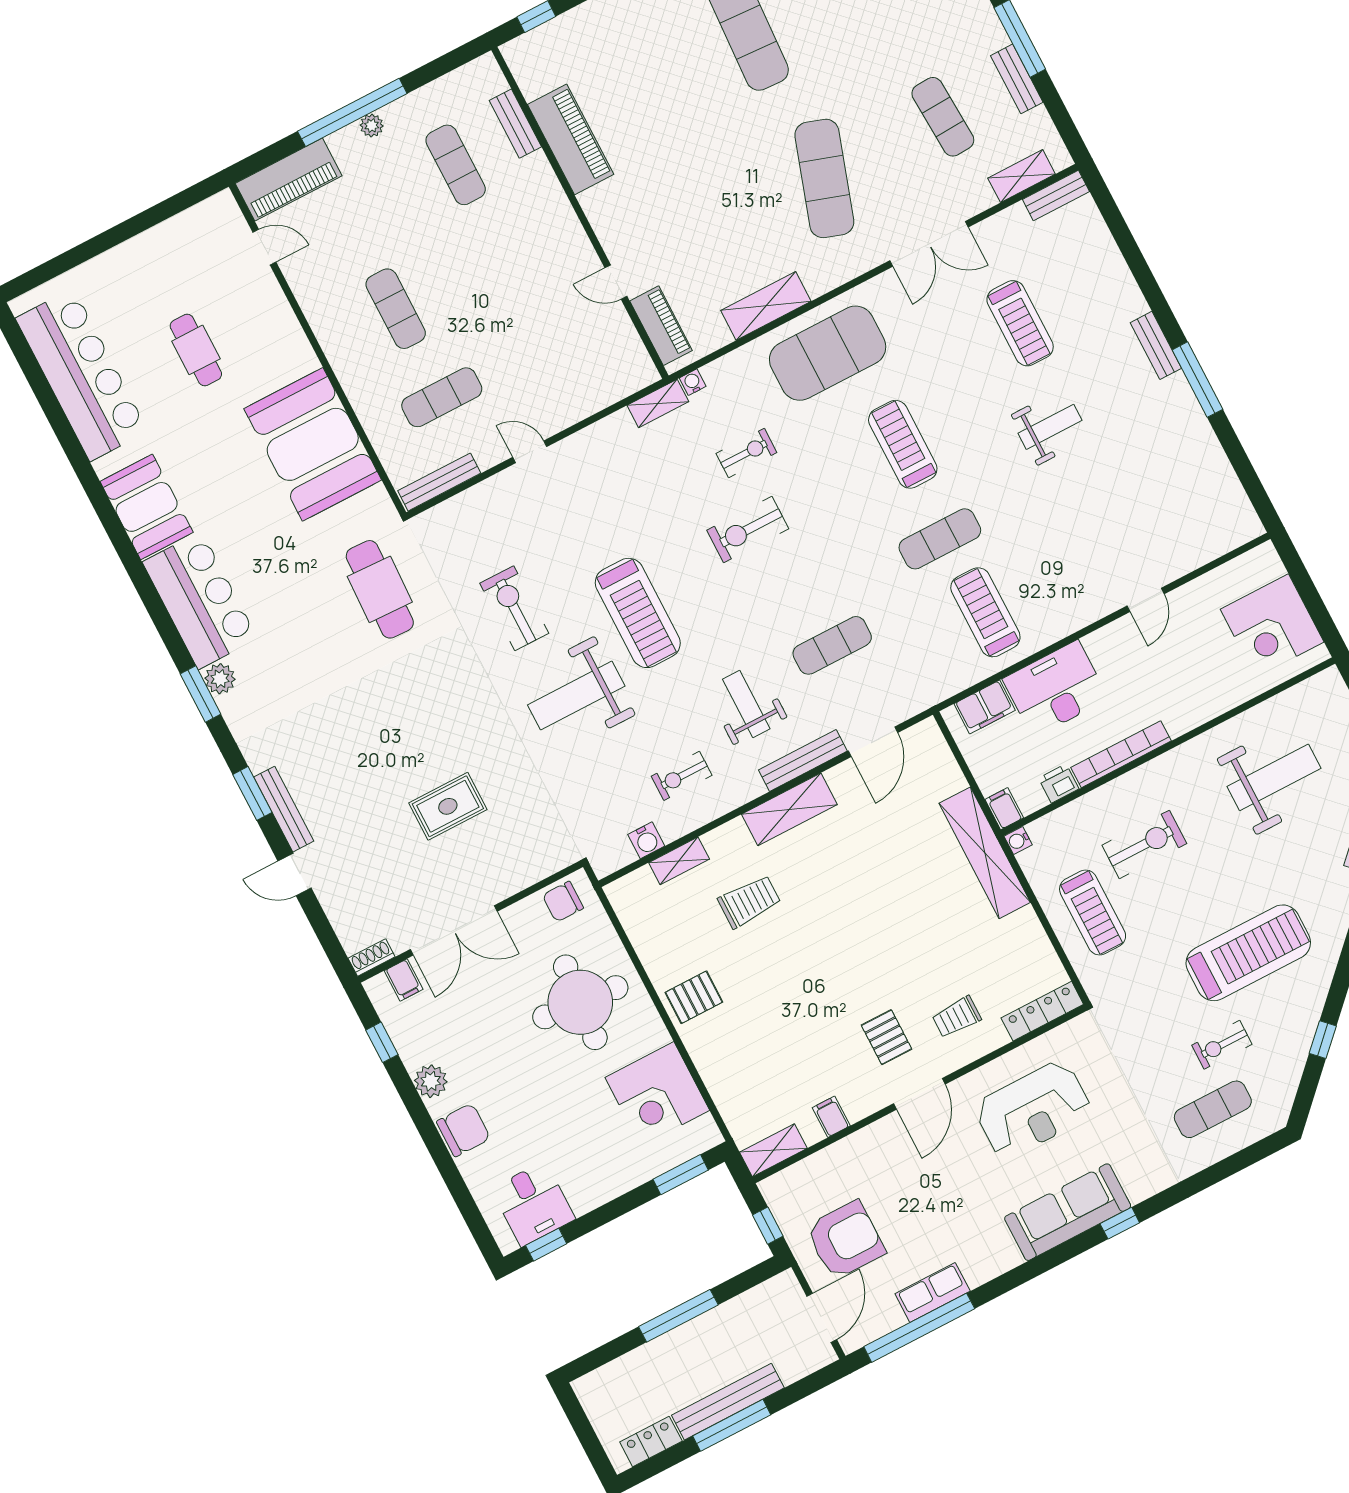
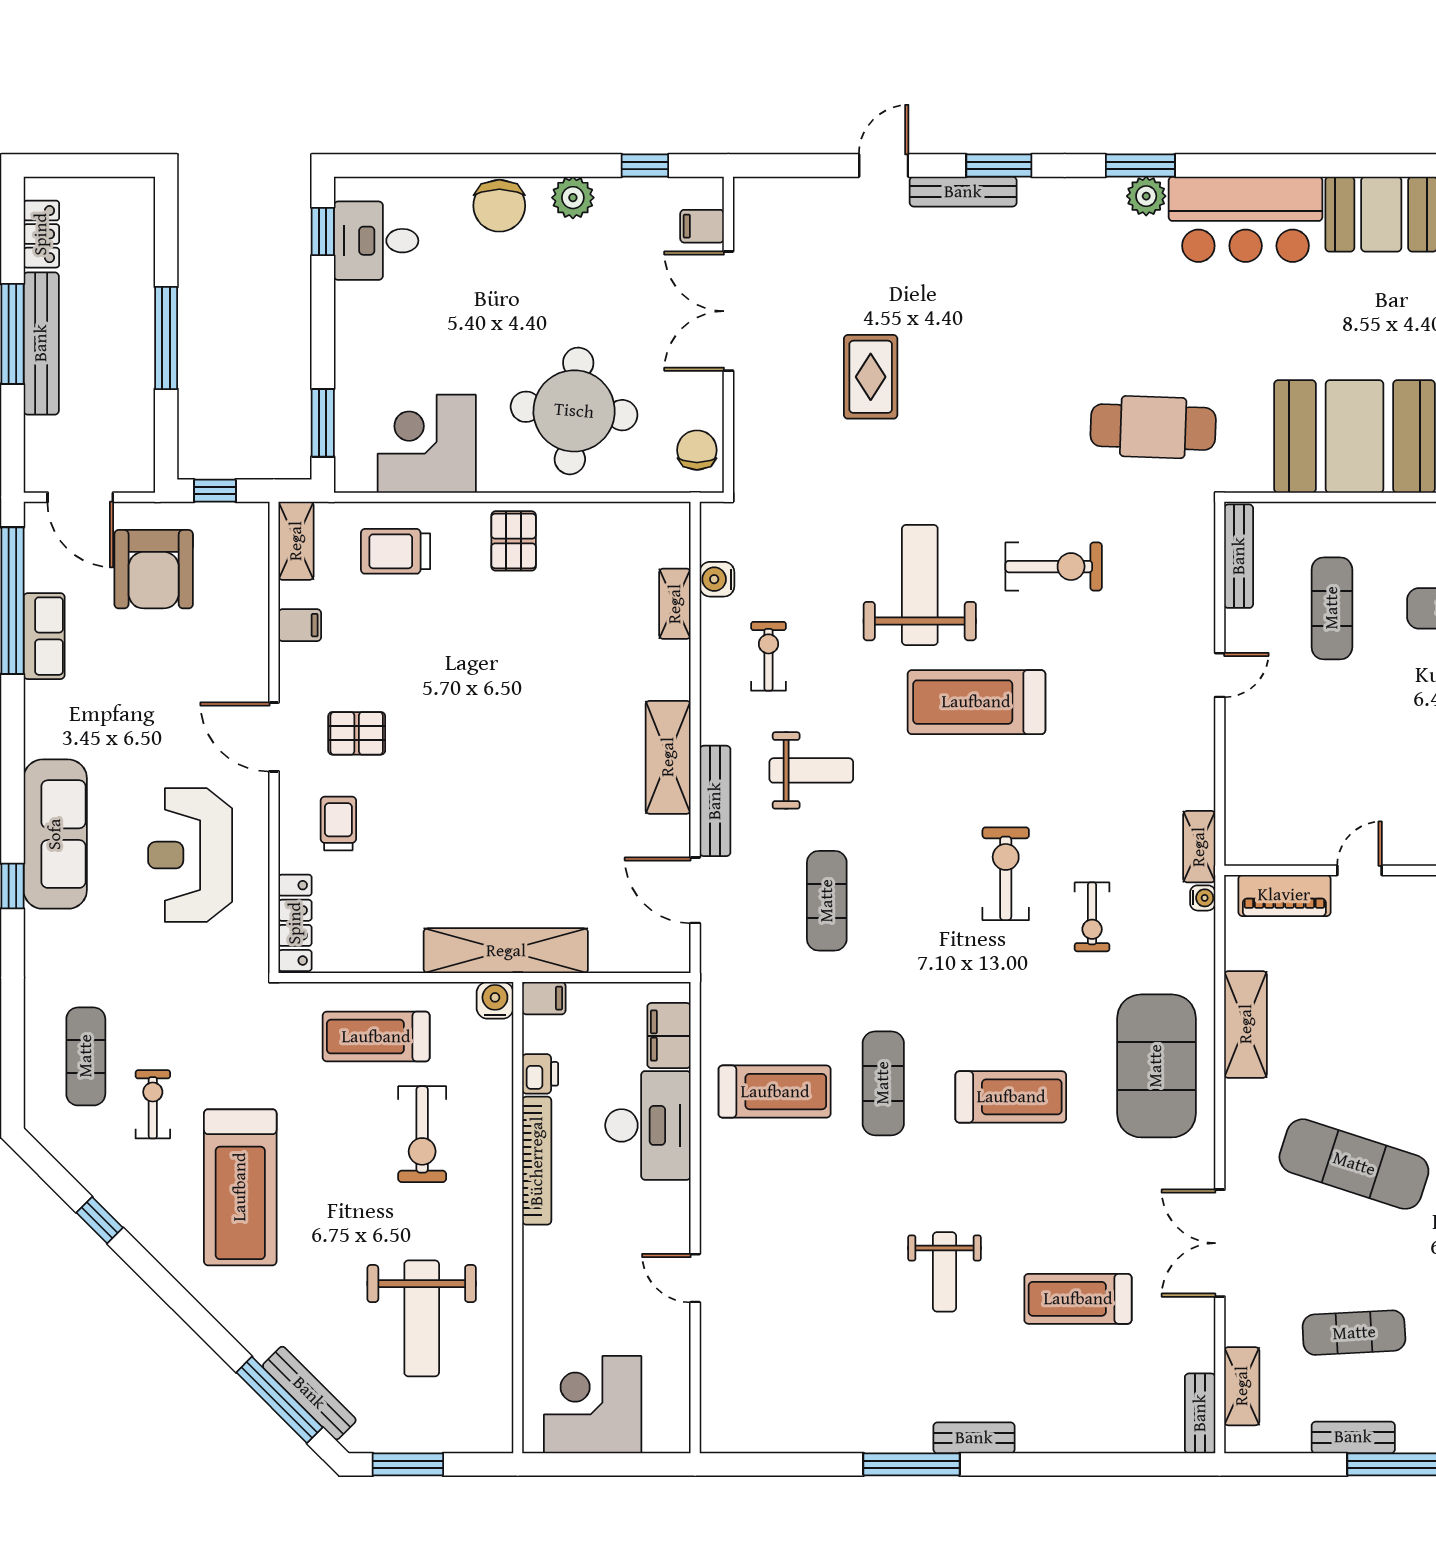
water cooler: (1018, 840) -> (495, 1000), width x1.38, depth x1.38
trolley: (749, 901) -> (396, 551), moved, turned 90
shoe rack: (372, 957) -> (746, 203), removed

